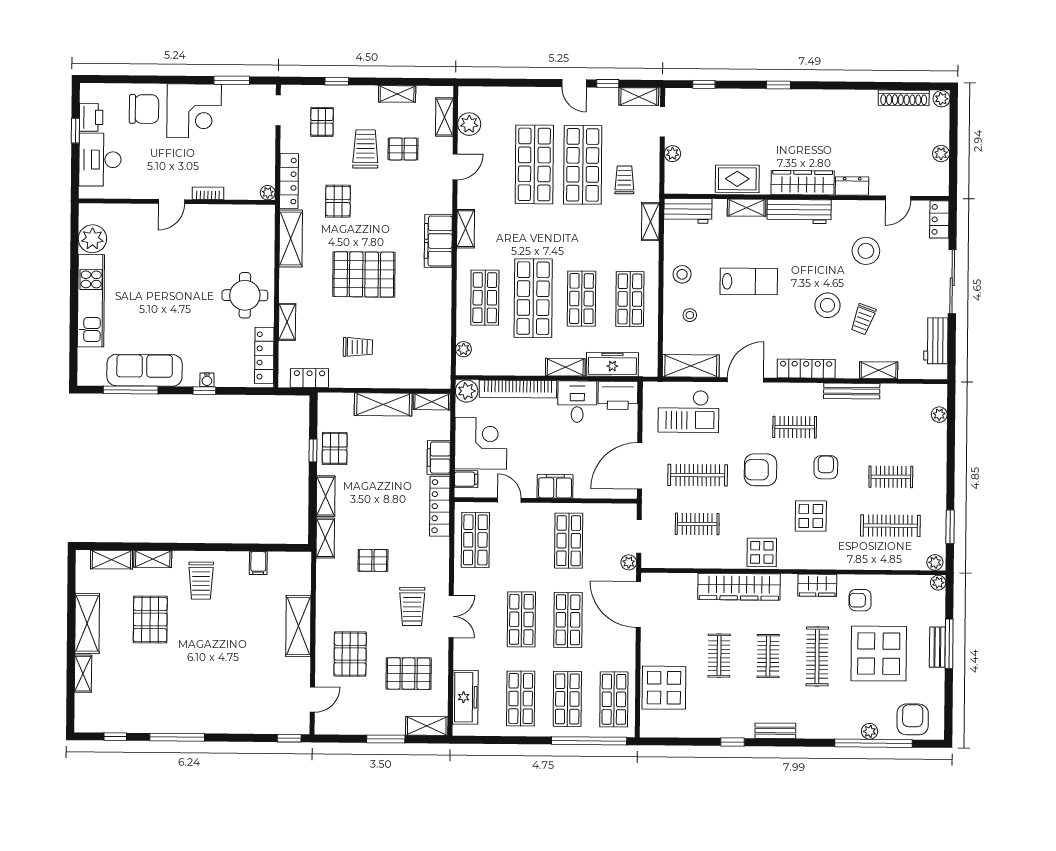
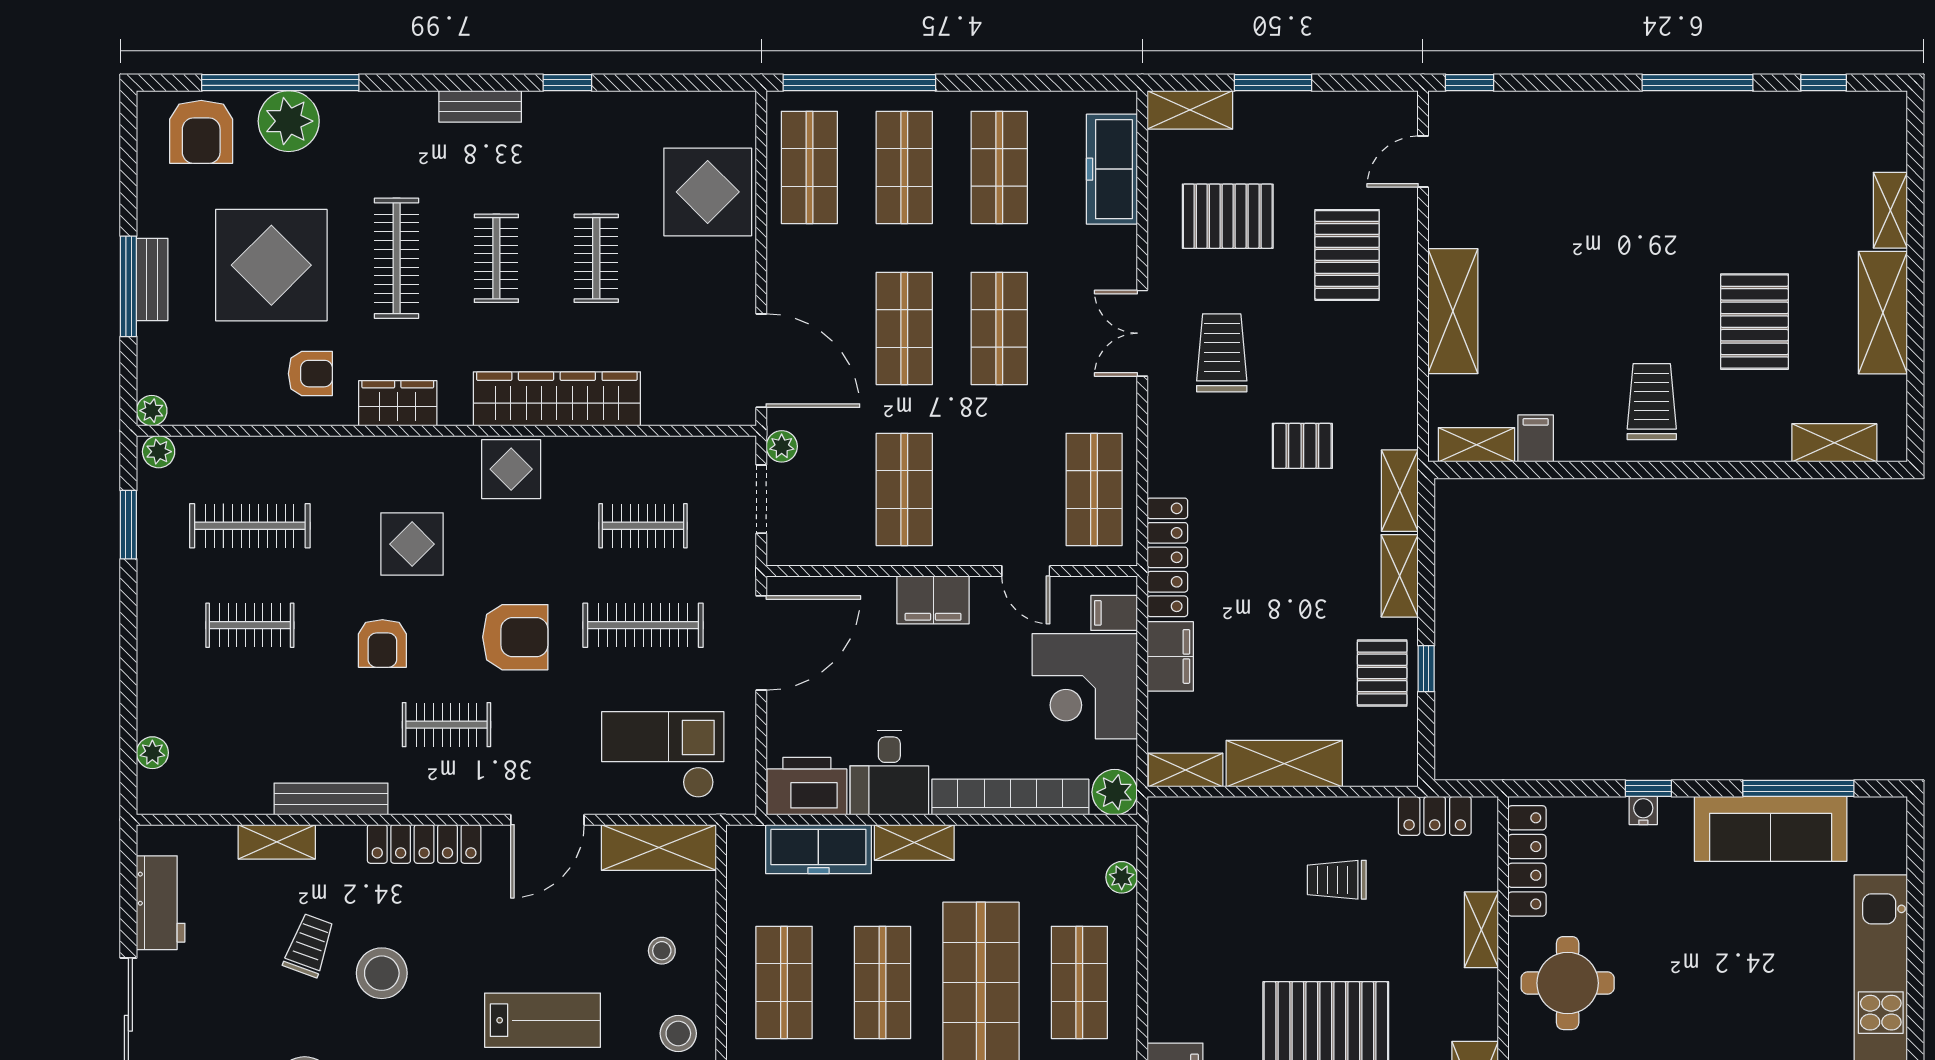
lab bench: (749, 281) -> (542, 1020), turned 180
shelving: (153, 559) -> (1477, 445), moved
plant: (870, 731) -> (289, 121), width x1.88, depth x1.88

